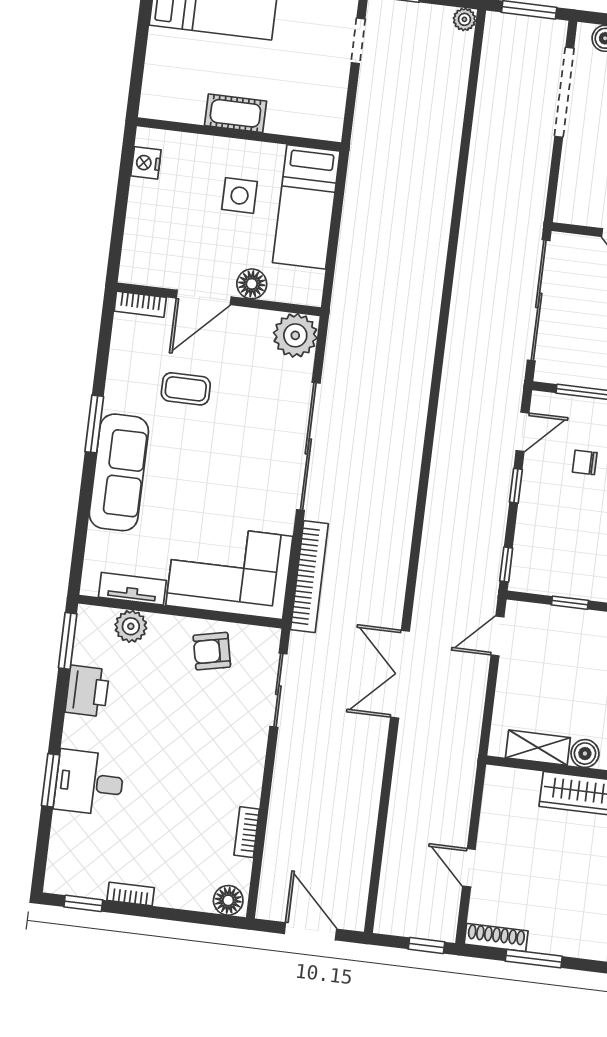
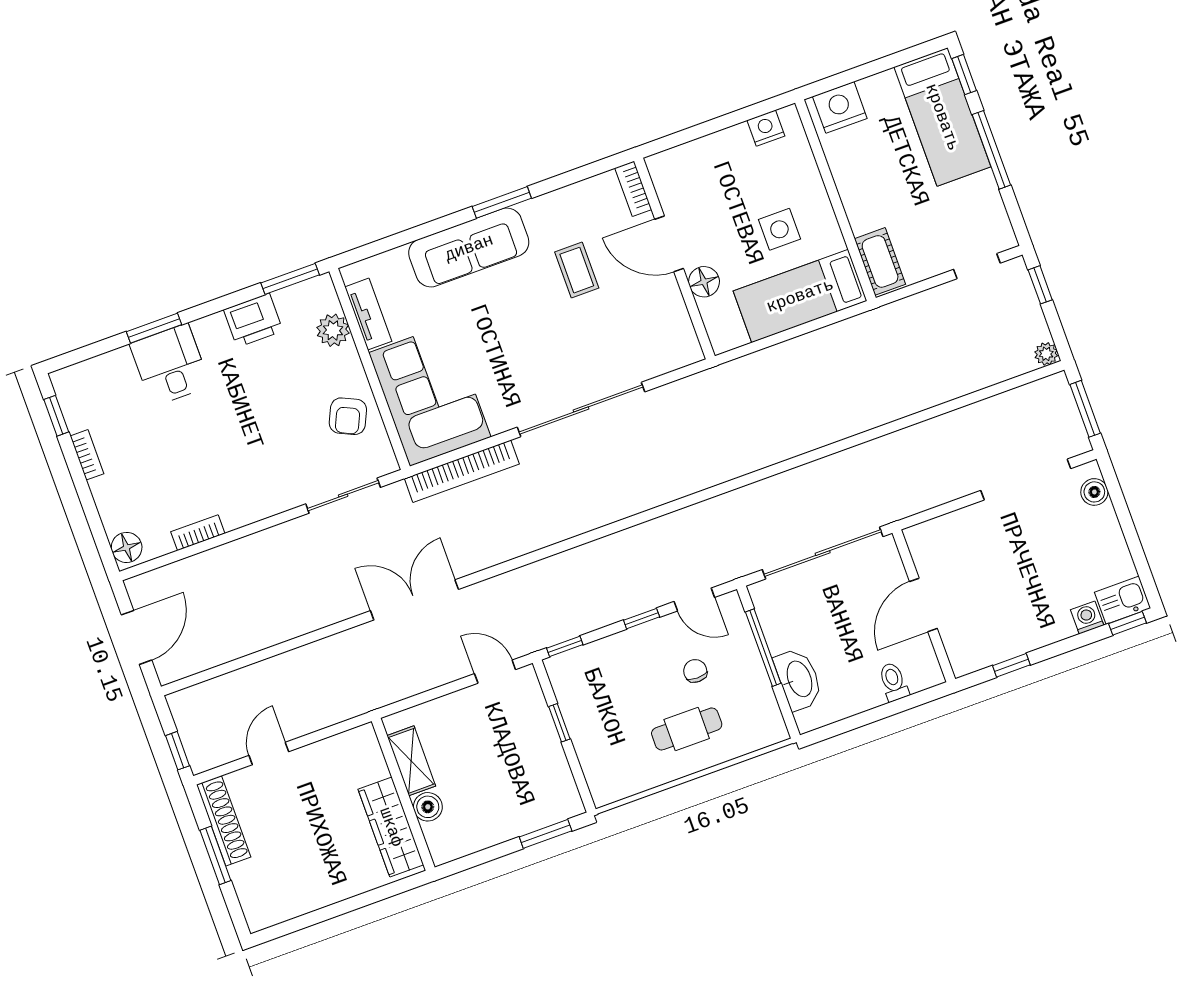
nightstand: (161, 90) -> (840, 107), added
cot: (235, 113) -> (880, 261), moved
plant: (295, 335) -> (677, 346), removed
armchair: (212, 651) -> (348, 416), turned -143
shoe rack: (496, 937) -> (224, 821), width x1.36, depth x1.24

